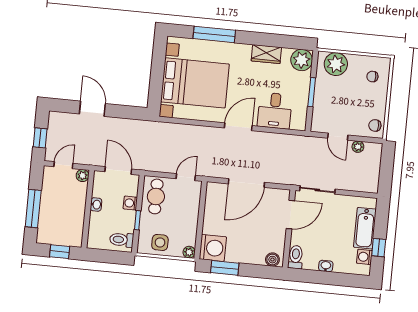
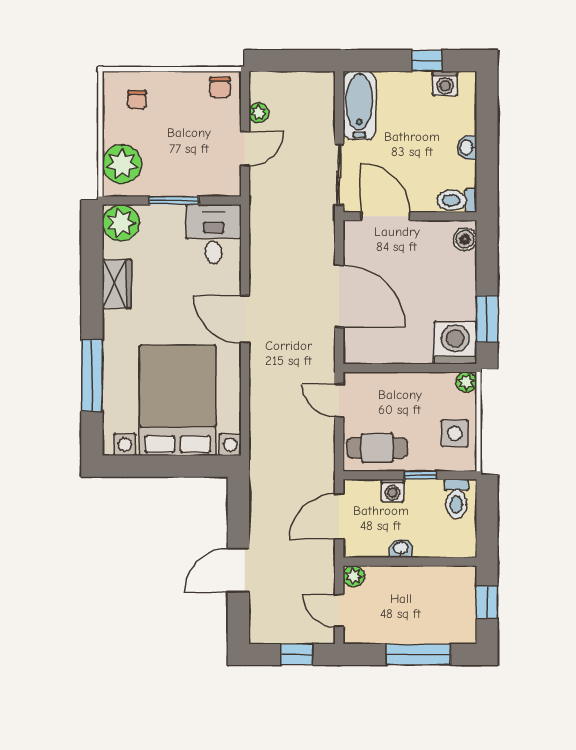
desk: (275, 111) -> (214, 234), moved, turned -90
bathtub: (365, 228) -> (359, 105), moved, turned -90

